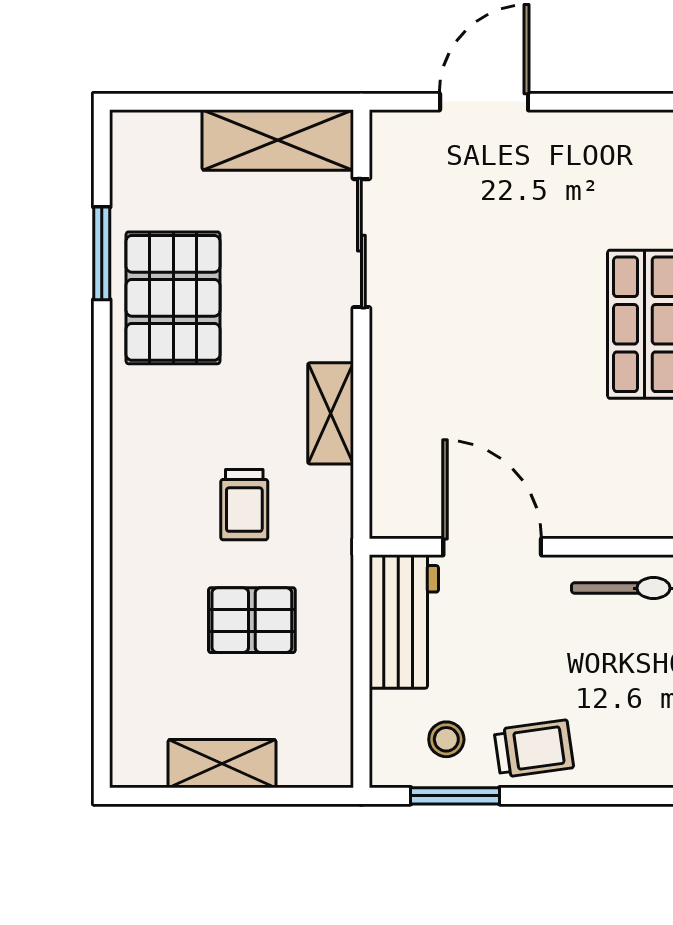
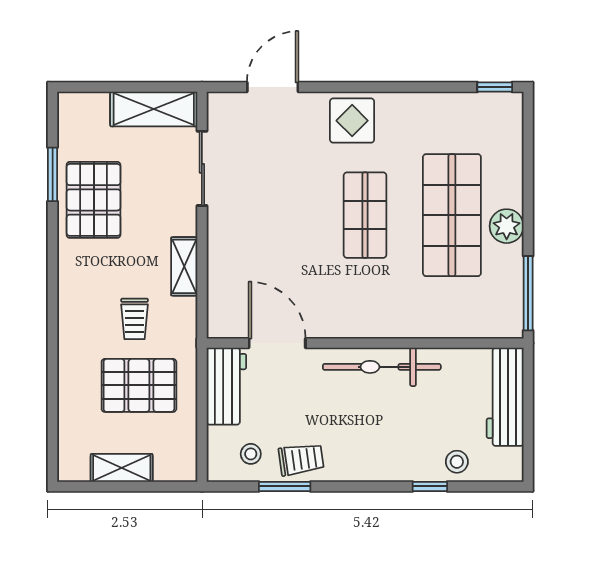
display table: (622, 160) -> (352, 121), added
pallet: (252, 620) -> (139, 385), width x1.50, depth x1.42
window: (455, 796) -> (285, 486), moved

